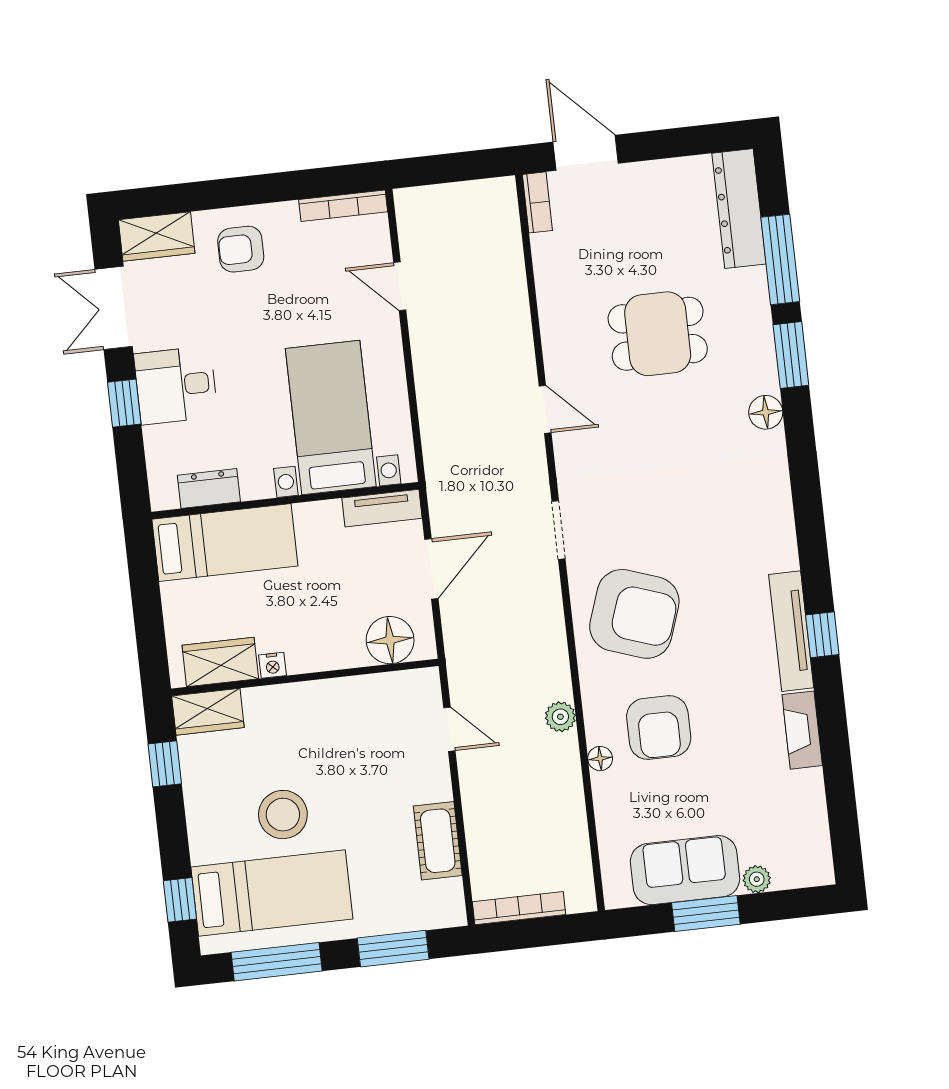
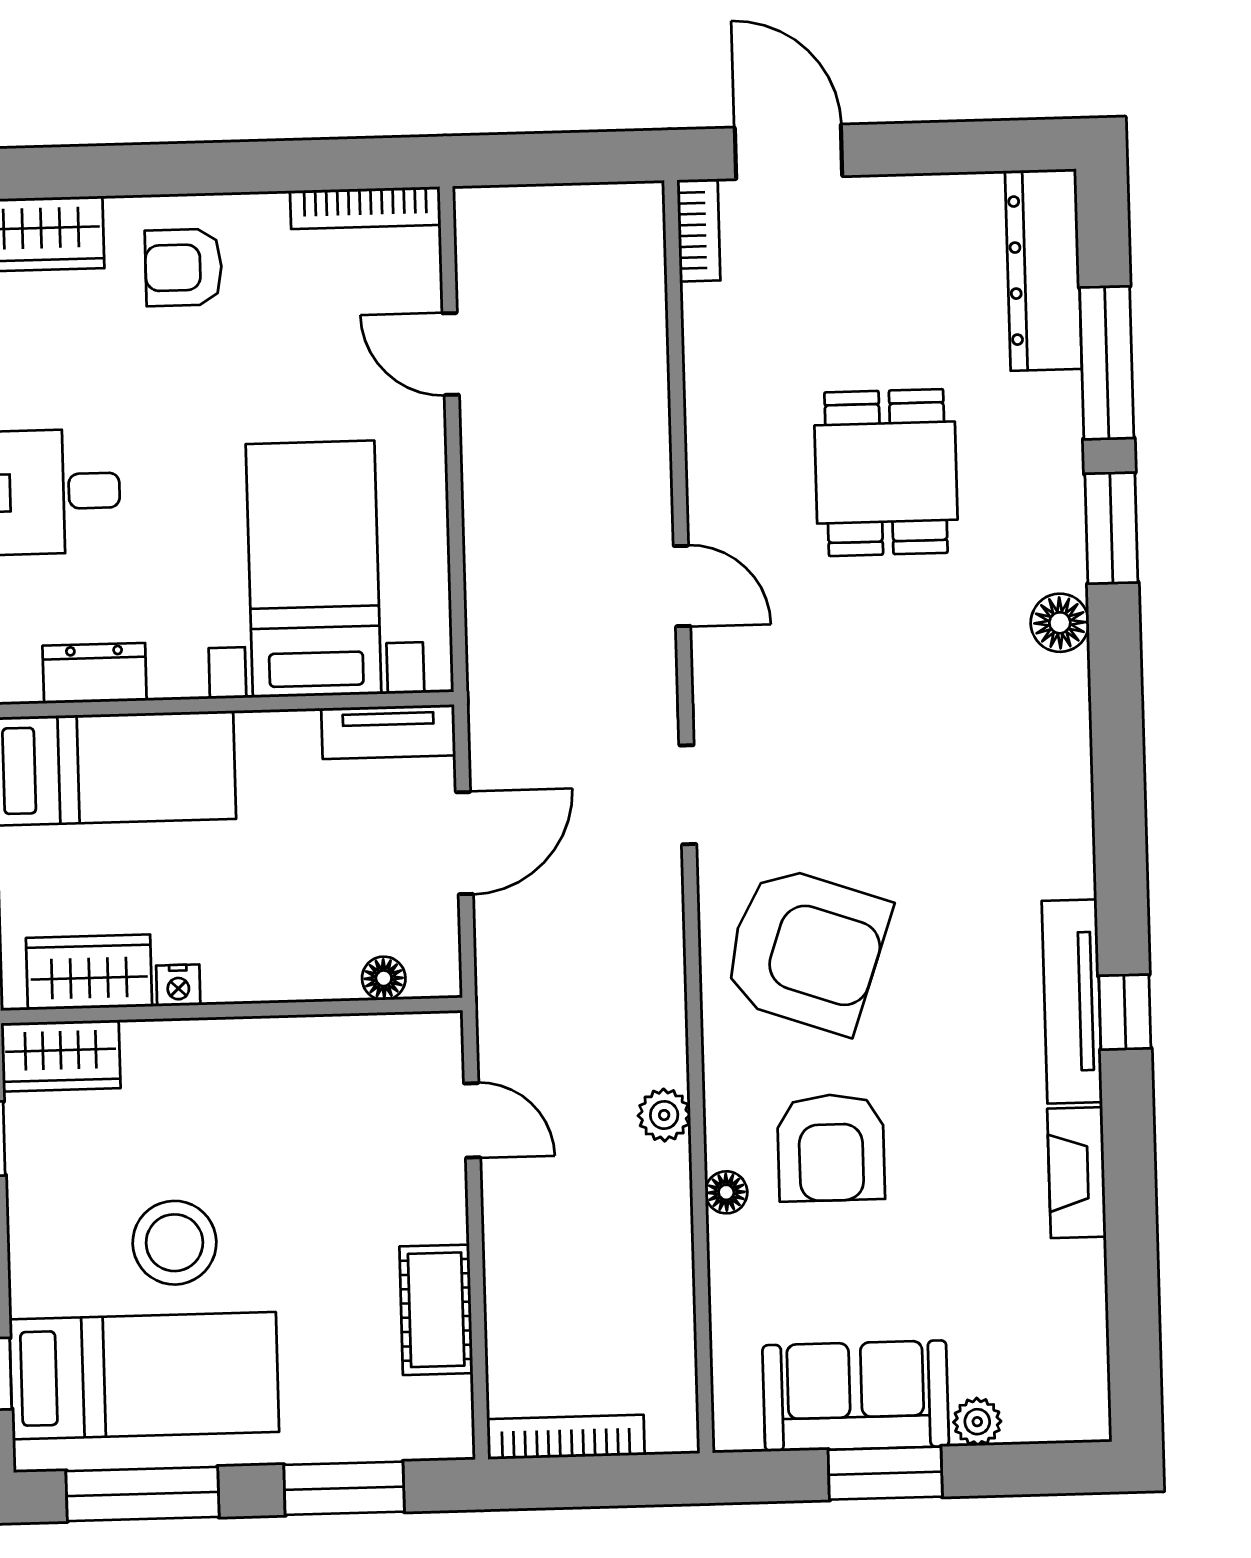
dining table: (658, 334) -> (886, 473), turned 90
floor lamp: (390, 640) -> (384, 978), width x0.53, depth x0.53

